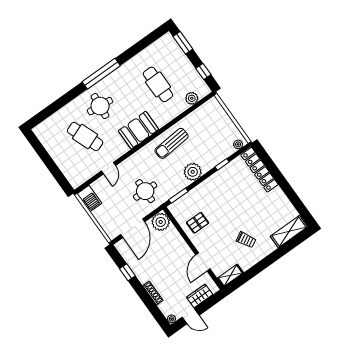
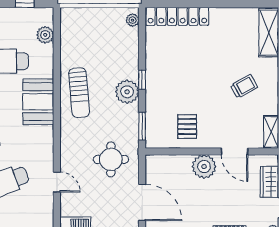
booth: (138, 130) -> (38, 102), moved
window: (222, 164) -> (142, 80), moved
plant: (161, 222) -> (204, 167), moved

